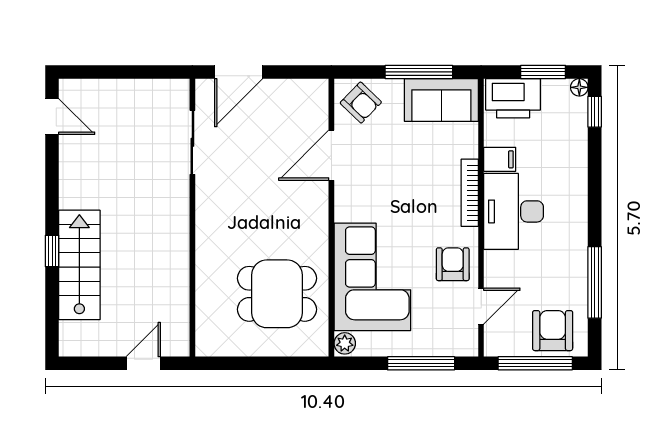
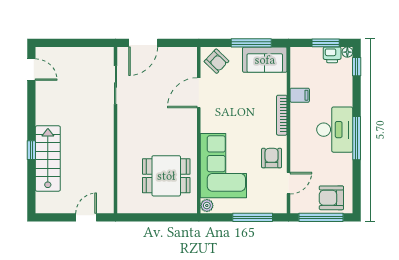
printer: (513, 98) -> (332, 55), moved, width x0.53, depth x0.68
desk: (514, 211) -> (335, 130), moved, turned 180
window: (595, 282) -> (357, 138), moved
armchair: (553, 331) -> (331, 198), turned -90

